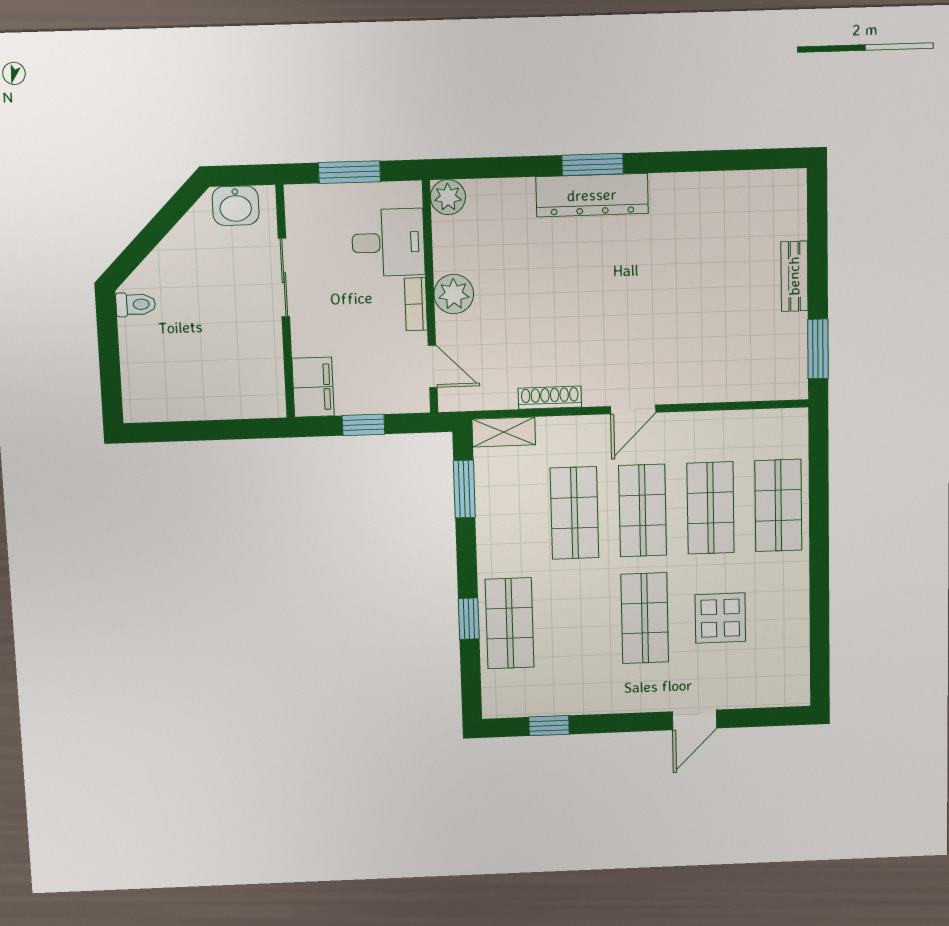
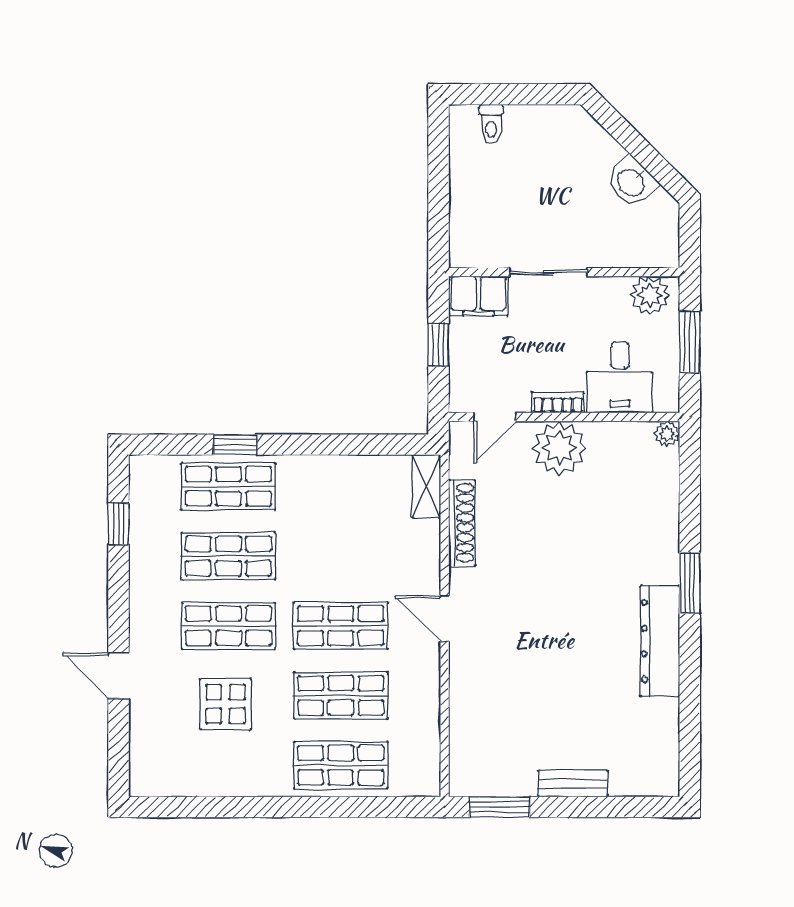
dresser: (592, 195) -> (660, 641), moved
plant: (448, 197) -> (667, 434), width x0.73, depth x0.73
washbasin: (236, 206) -> (632, 182), moved, turned -45
plant: (304, 215) -> (650, 295), added
sliding door: (284, 278) -> (549, 272), moved
plant: (454, 294) -> (559, 448), width x1.36, depth x1.36
toilet: (136, 304) -> (491, 124), moved
shoe rack: (550, 398) -> (462, 523), width x1.36, depth x1.24
window: (464, 489) -> (369, 445), removed
shop shelf: (574, 513) -> (228, 556), moved

